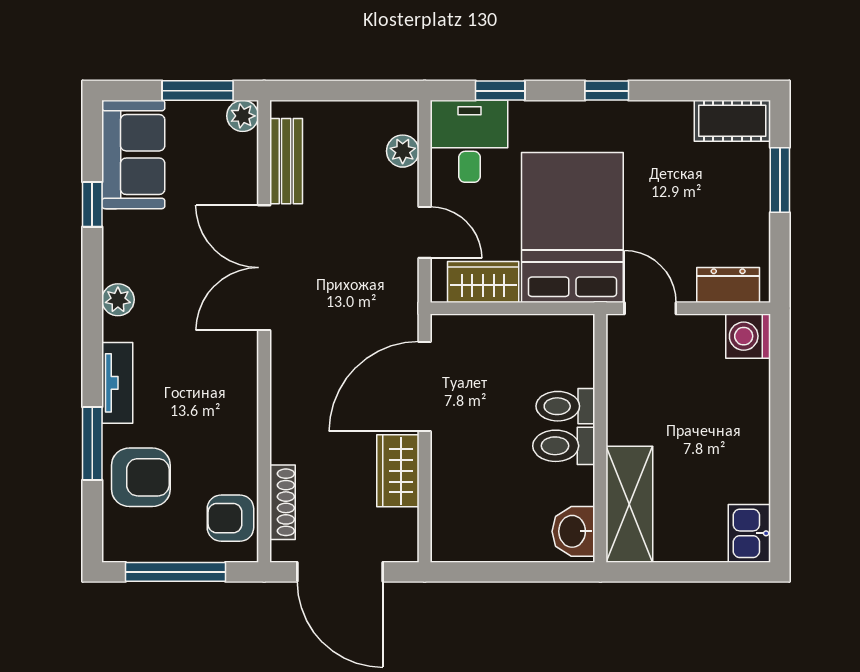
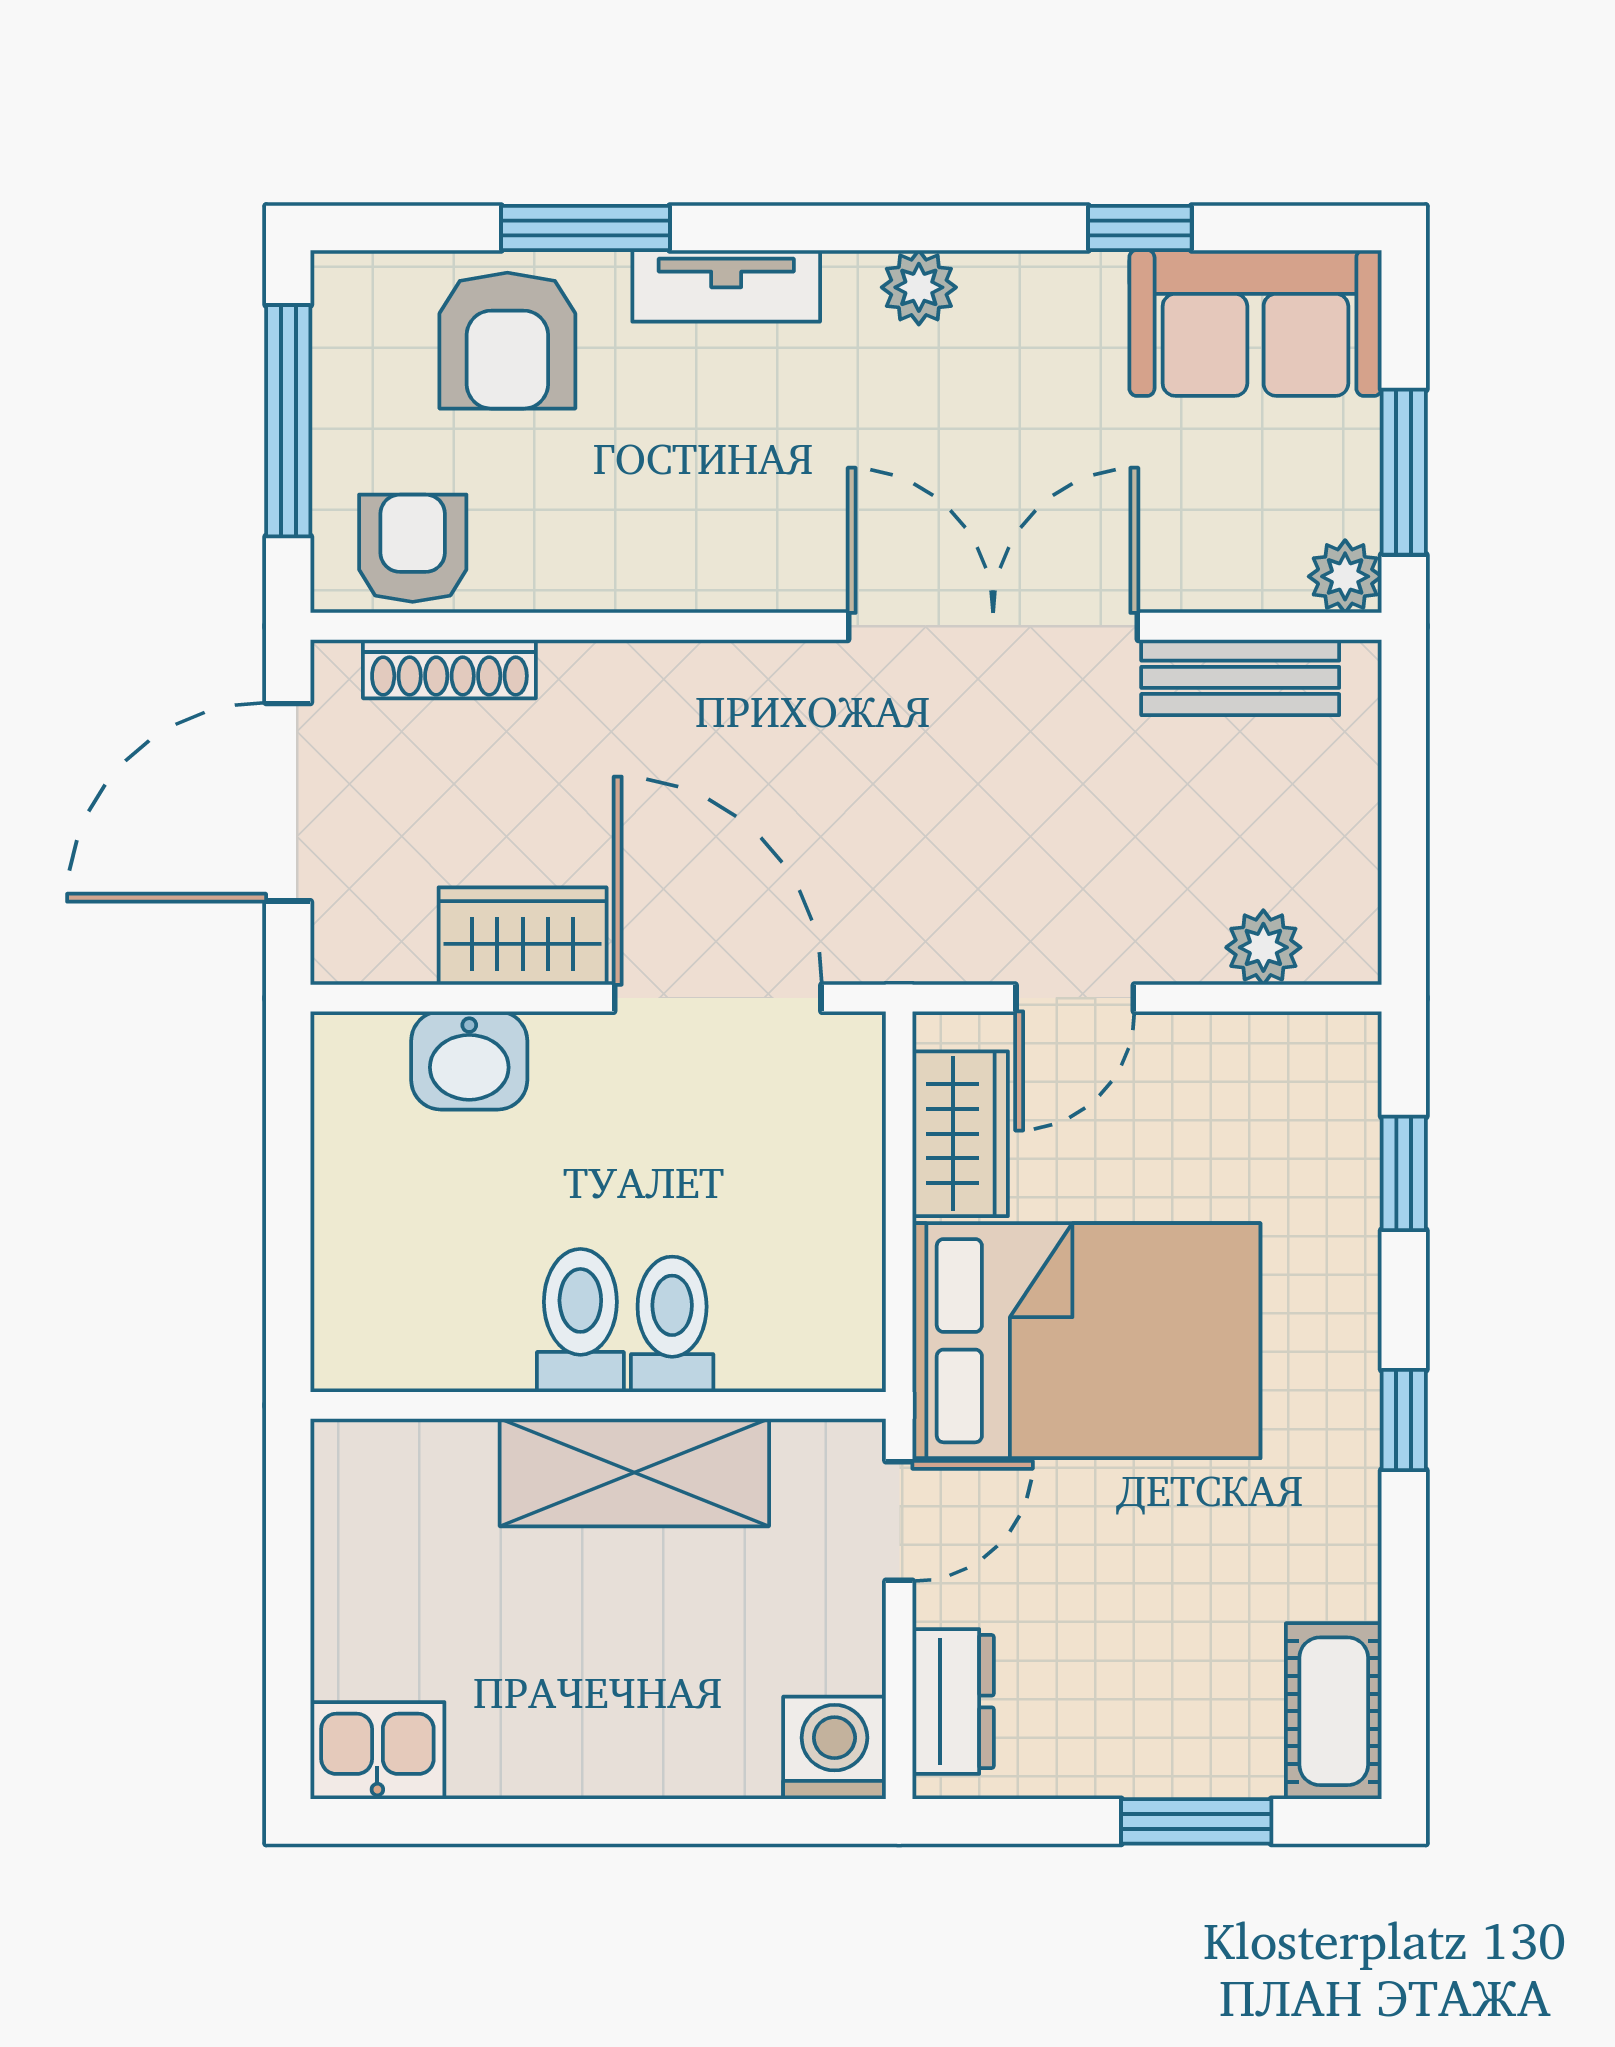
desk: (470, 141) -> (1286, 1102), removed
shelving: (629, 504) -> (634, 1472), moved
washbasin: (573, 531) -> (469, 1060), moved, turned 180

